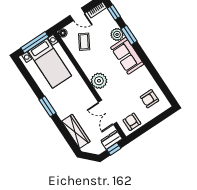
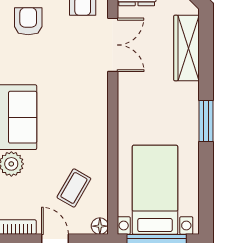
plant: (99, 81) -> (92, 107), removed
armchair: (149, 99) -> (28, 21), turned -90

